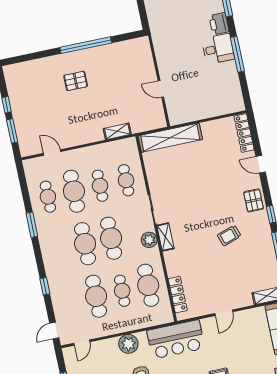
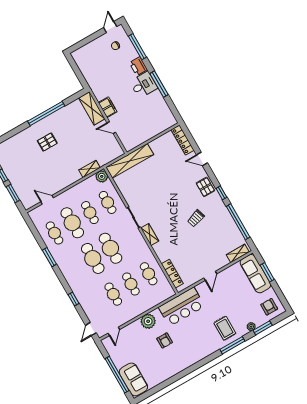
shelving: (144, 57) -> (92, 108), added
filing cabinet: (164, 62) -> (108, 107), added
plant: (149, 240) -> (102, 176), moved
cafe table: (148, 285) -> (149, 274), width x0.73, depth x0.74
cafe table: (96, 296) -> (113, 294), width x0.73, depth x0.74

